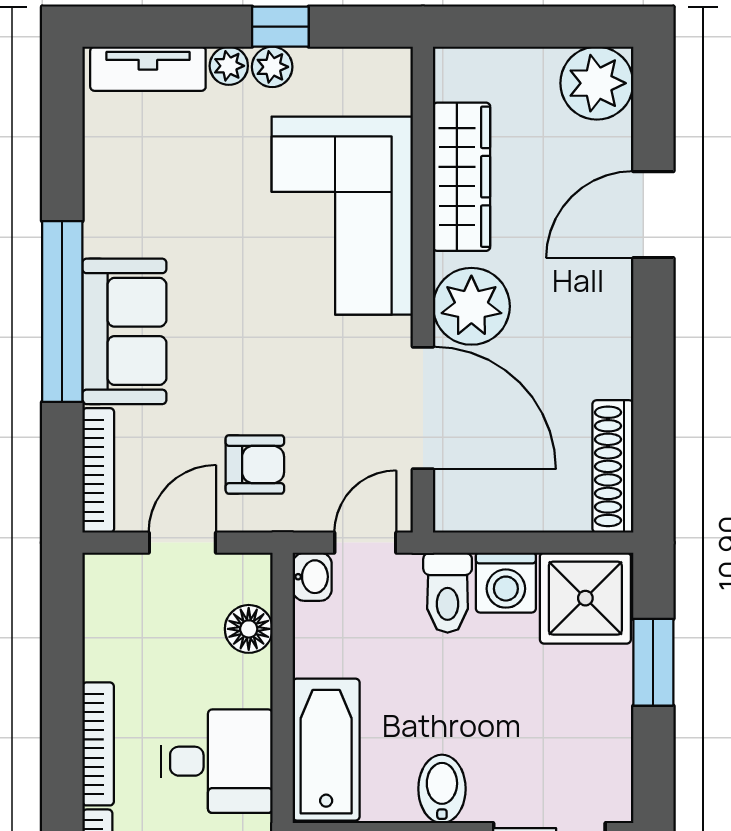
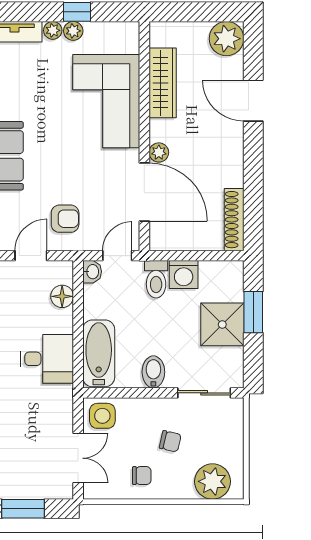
door: (653, 215) -> (253, 101), hinge flipped
plant: (471, 306) -> (159, 152), width x0.53, depth x0.53
shower: (585, 598) -> (222, 324), moved

